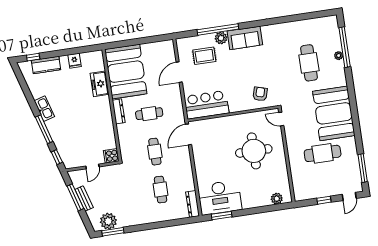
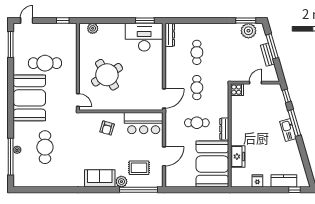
window: (218, 29) -> (139, 190), moved
armchair: (260, 94) -> (107, 128), moved
kitchen sink: (44, 109) -> (288, 130), moved
round table: (254, 151) -> (107, 75), turned -32
window: (75, 197) -> (272, 46), moved
window: (324, 200) -> (63, 20), moved

